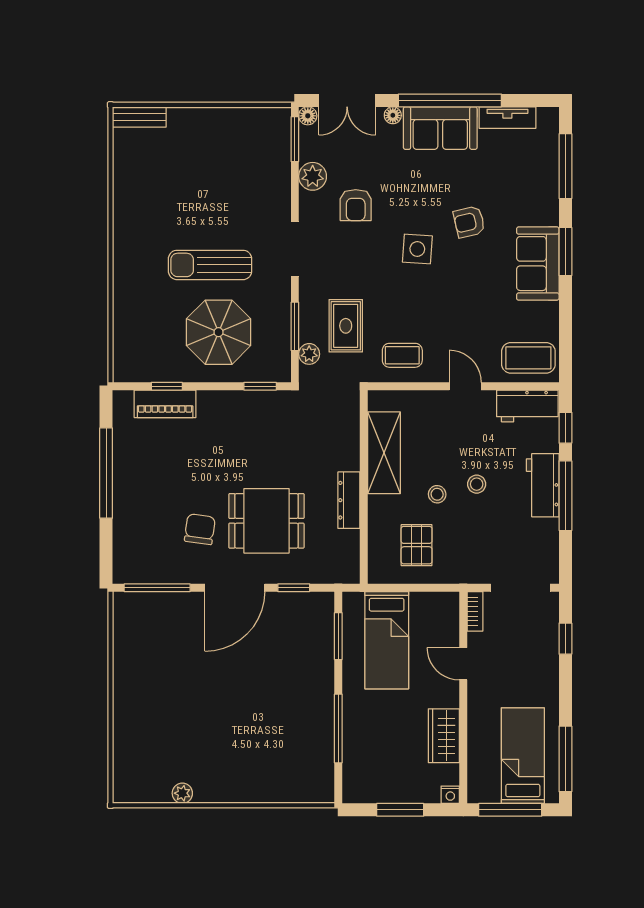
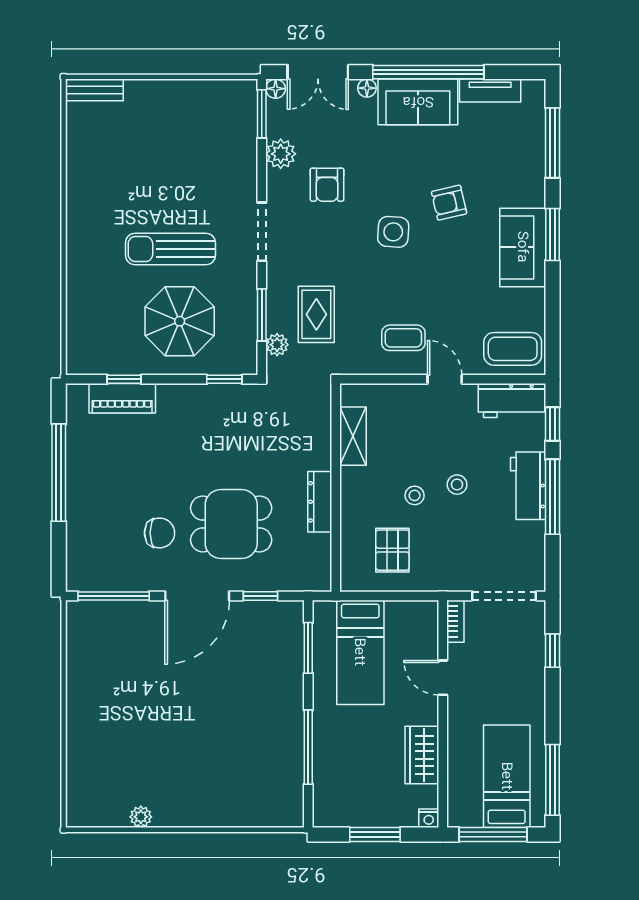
coffee table: (402, 355) -> (403, 338), moved
shelving: (384, 453) -> (353, 436), width x0.67, depth x0.75
chair: (200, 529) -> (160, 533), turned 82

